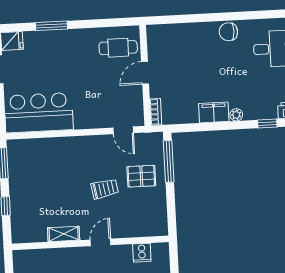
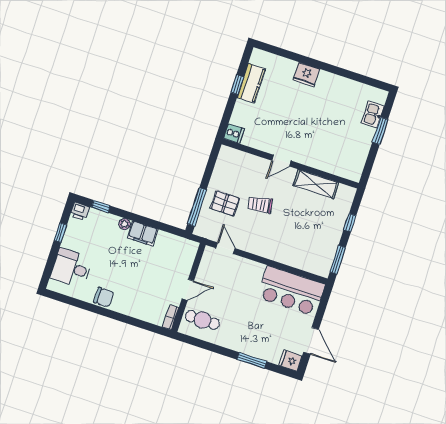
bookcase: (156, 112) -> (171, 317), moved
shelving: (64, 234) -> (316, 184), width x1.50, depth x1.33
cooker: (142, 253) -> (234, 133), moved, turned 90

